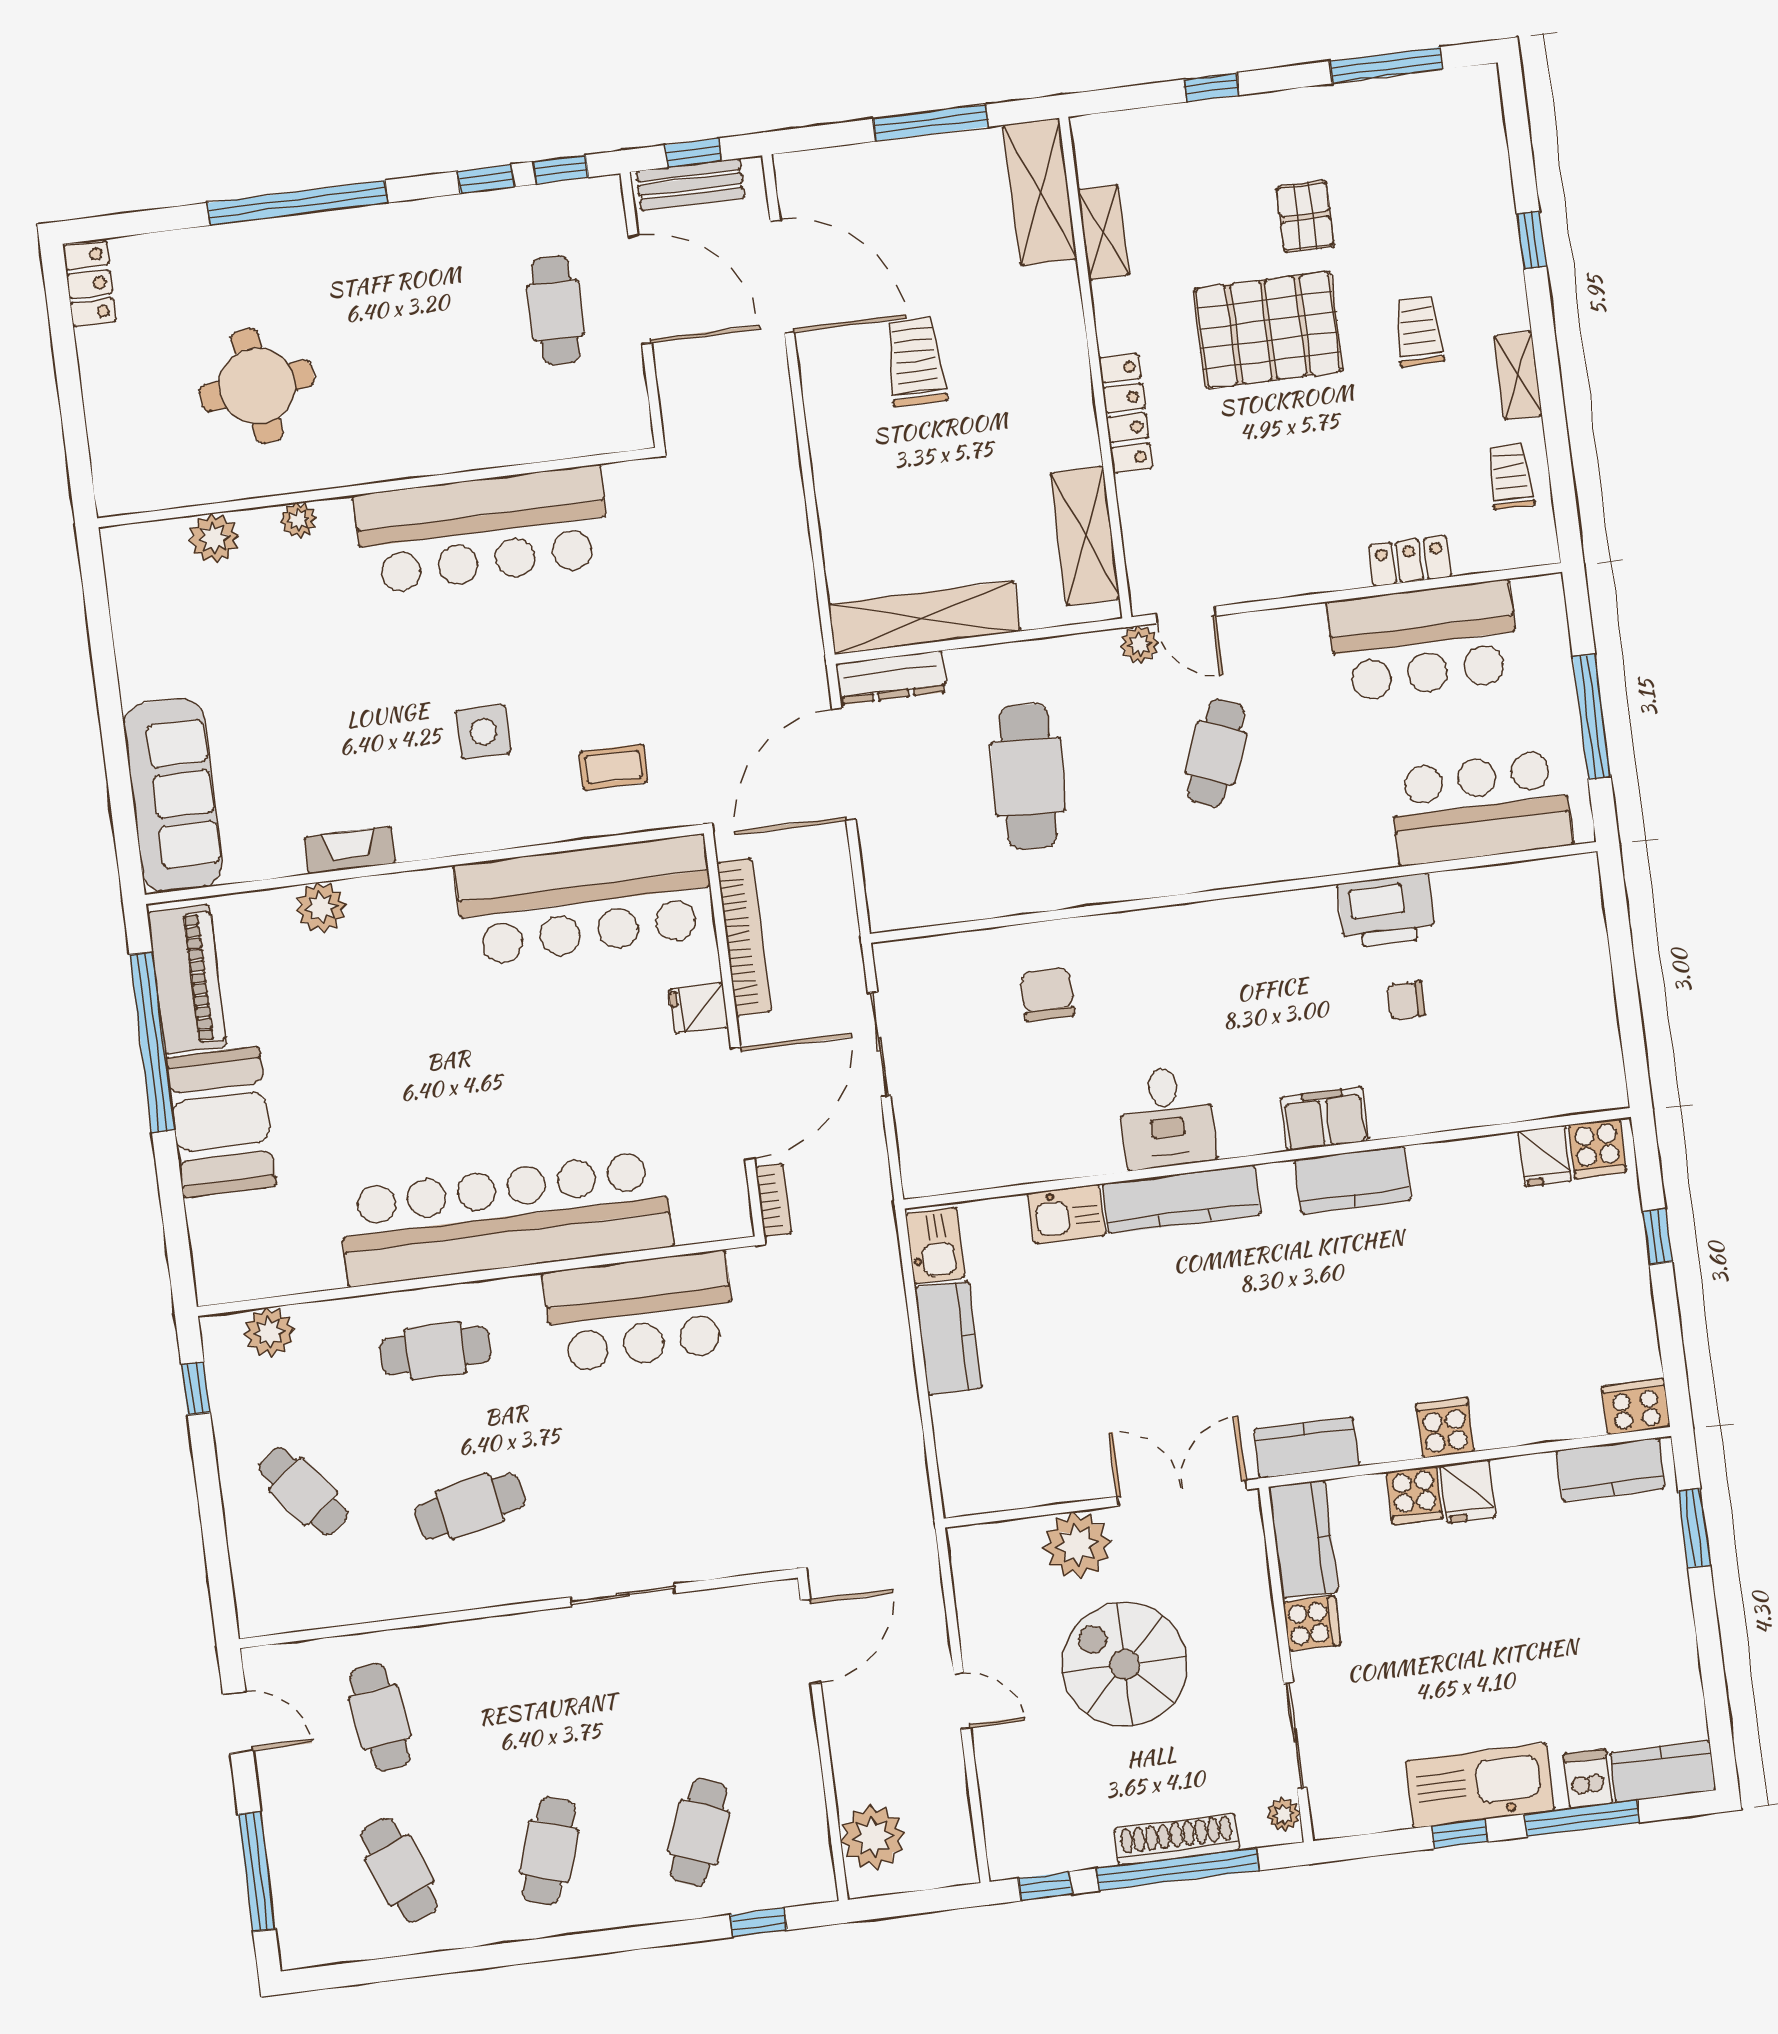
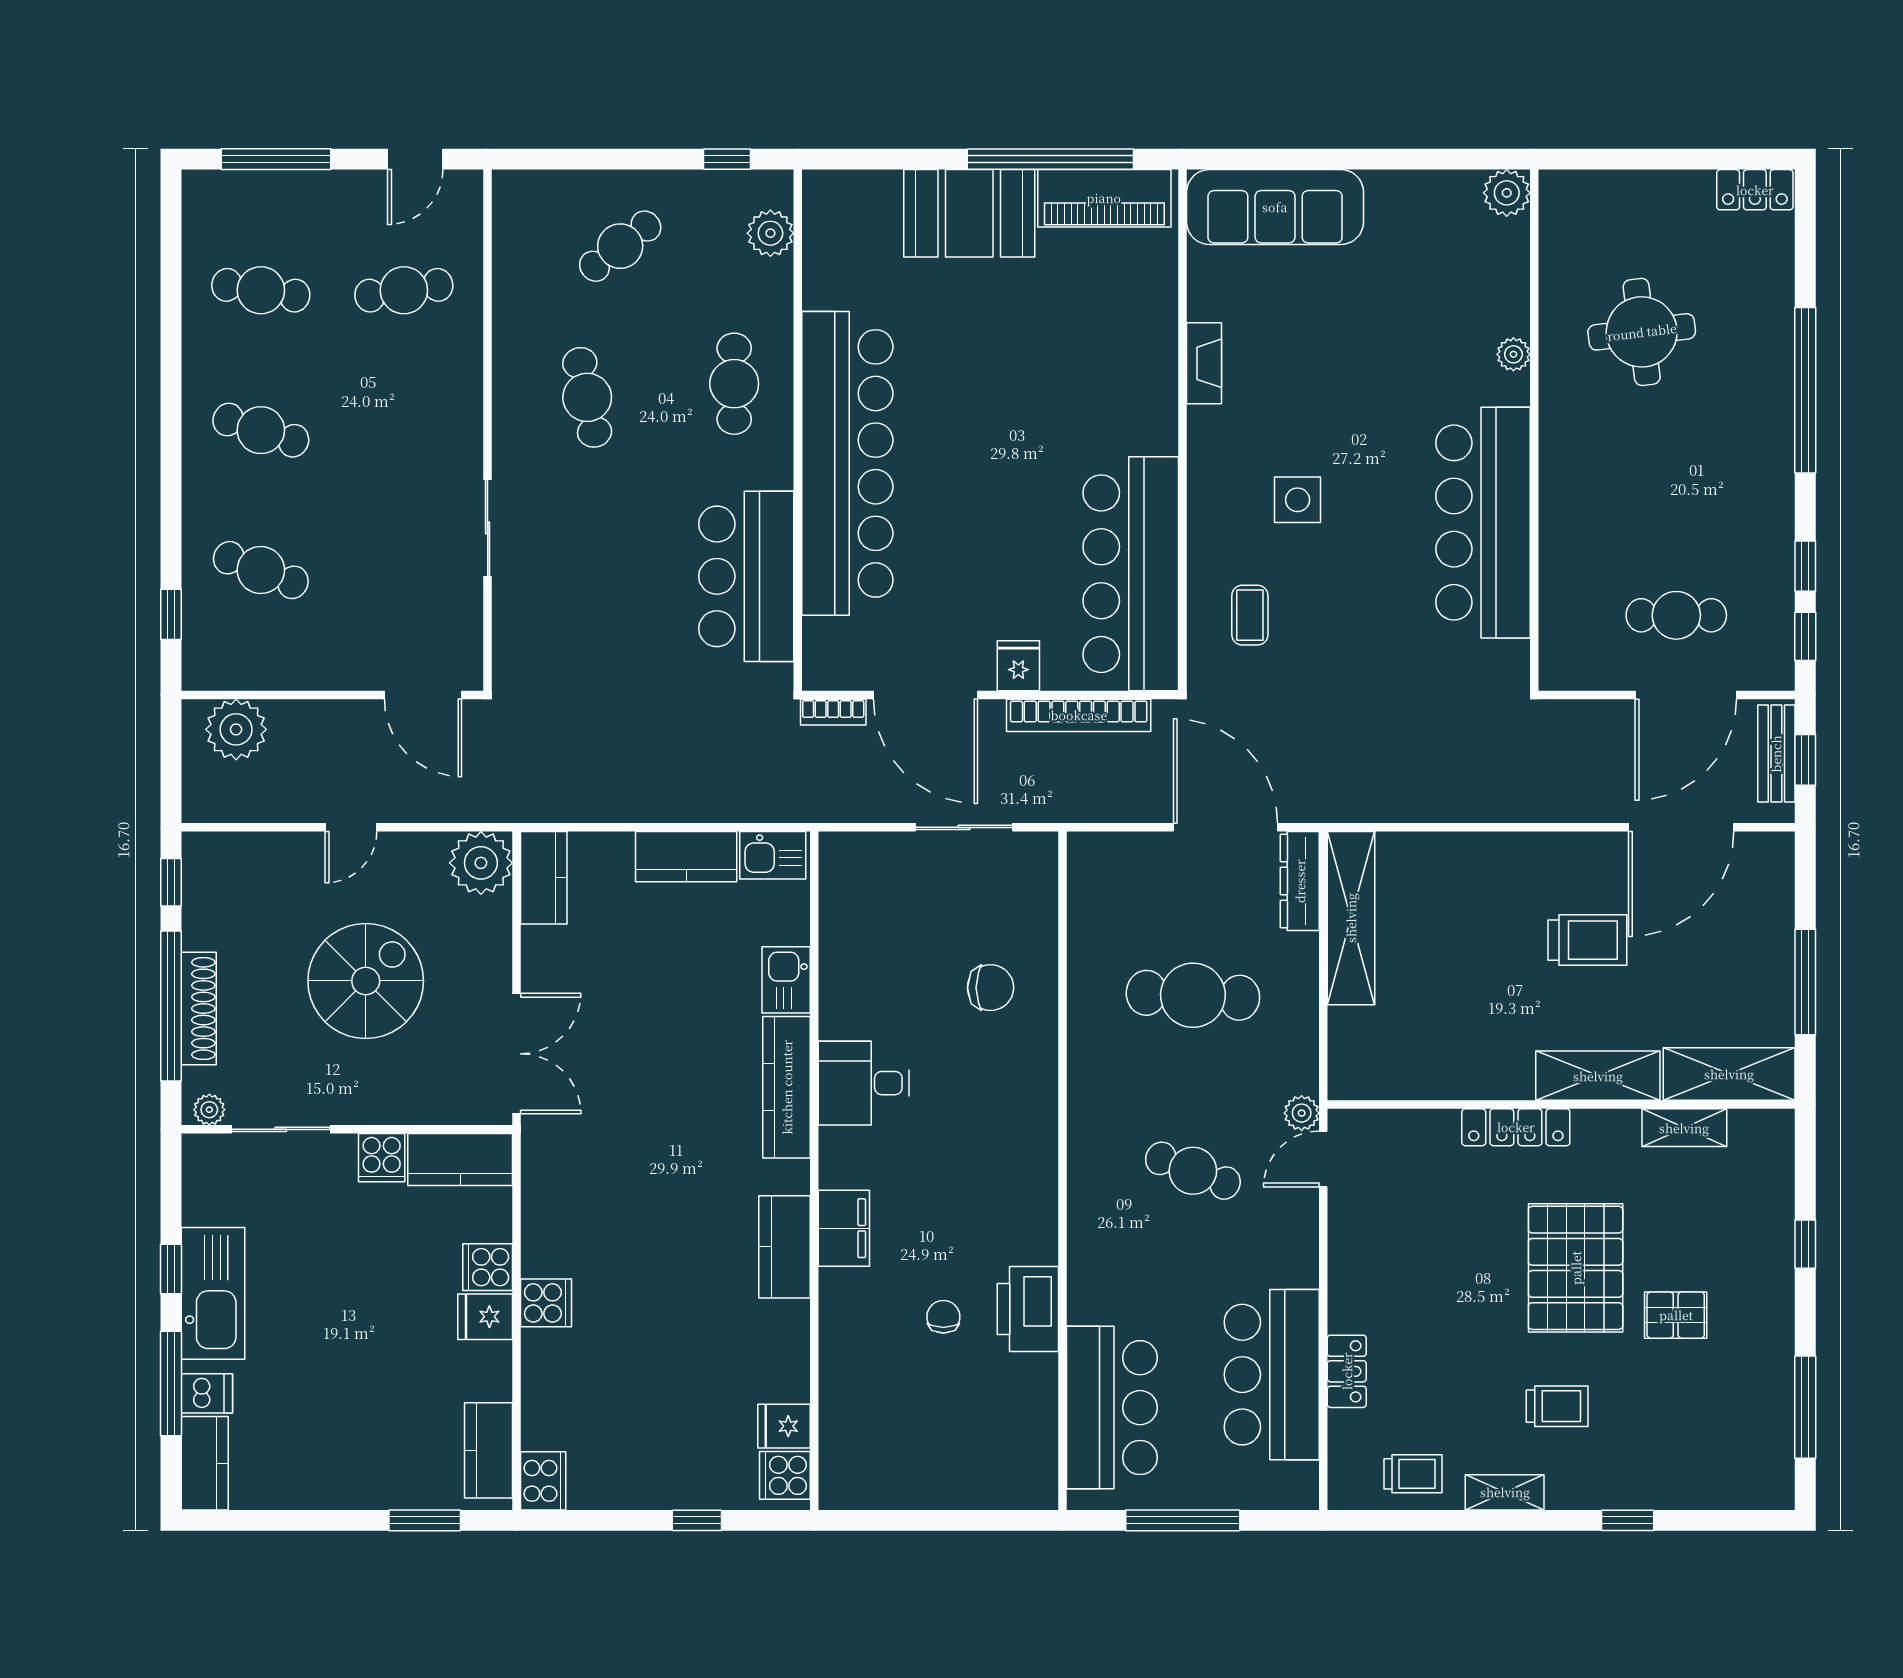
shelving: (1085, 536) -> (1598, 1076), moved
plant: (214, 538) -> (1507, 193), moved
plant: (321, 907) -> (1155, 330), removed
kitchen counter: (1307, 1448) -> (544, 878), moved
plant: (1077, 1545) -> (481, 863), moved
cafe table: (399, 1870) -> (261, 290), turned 30

